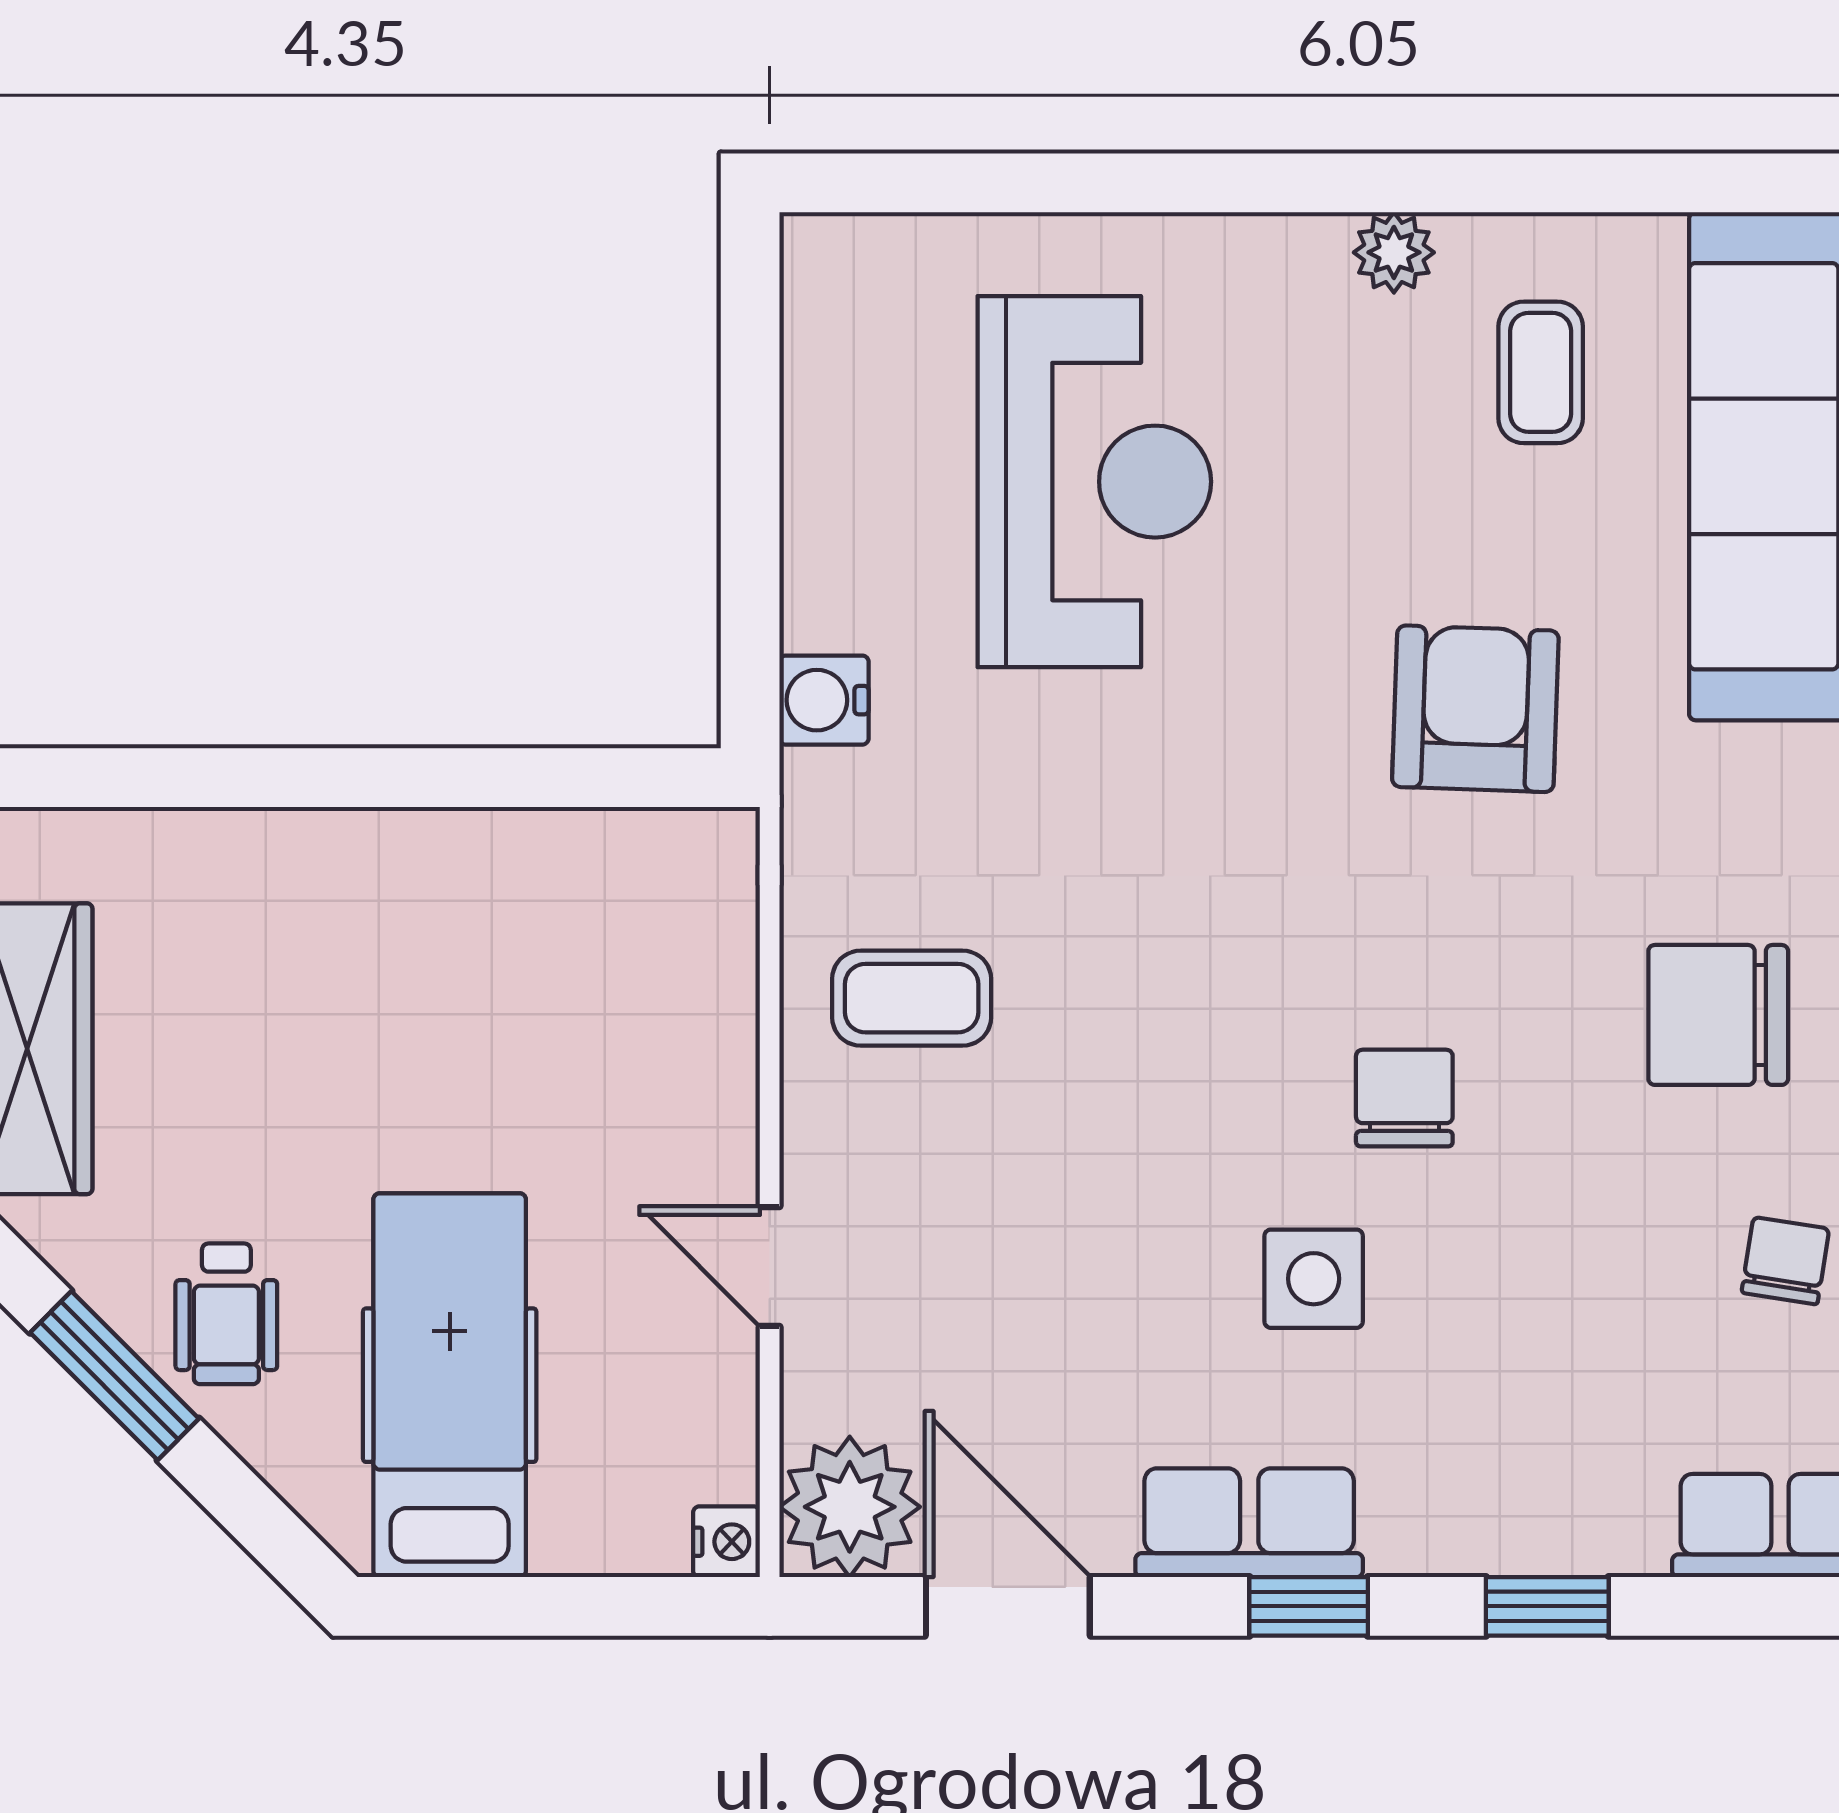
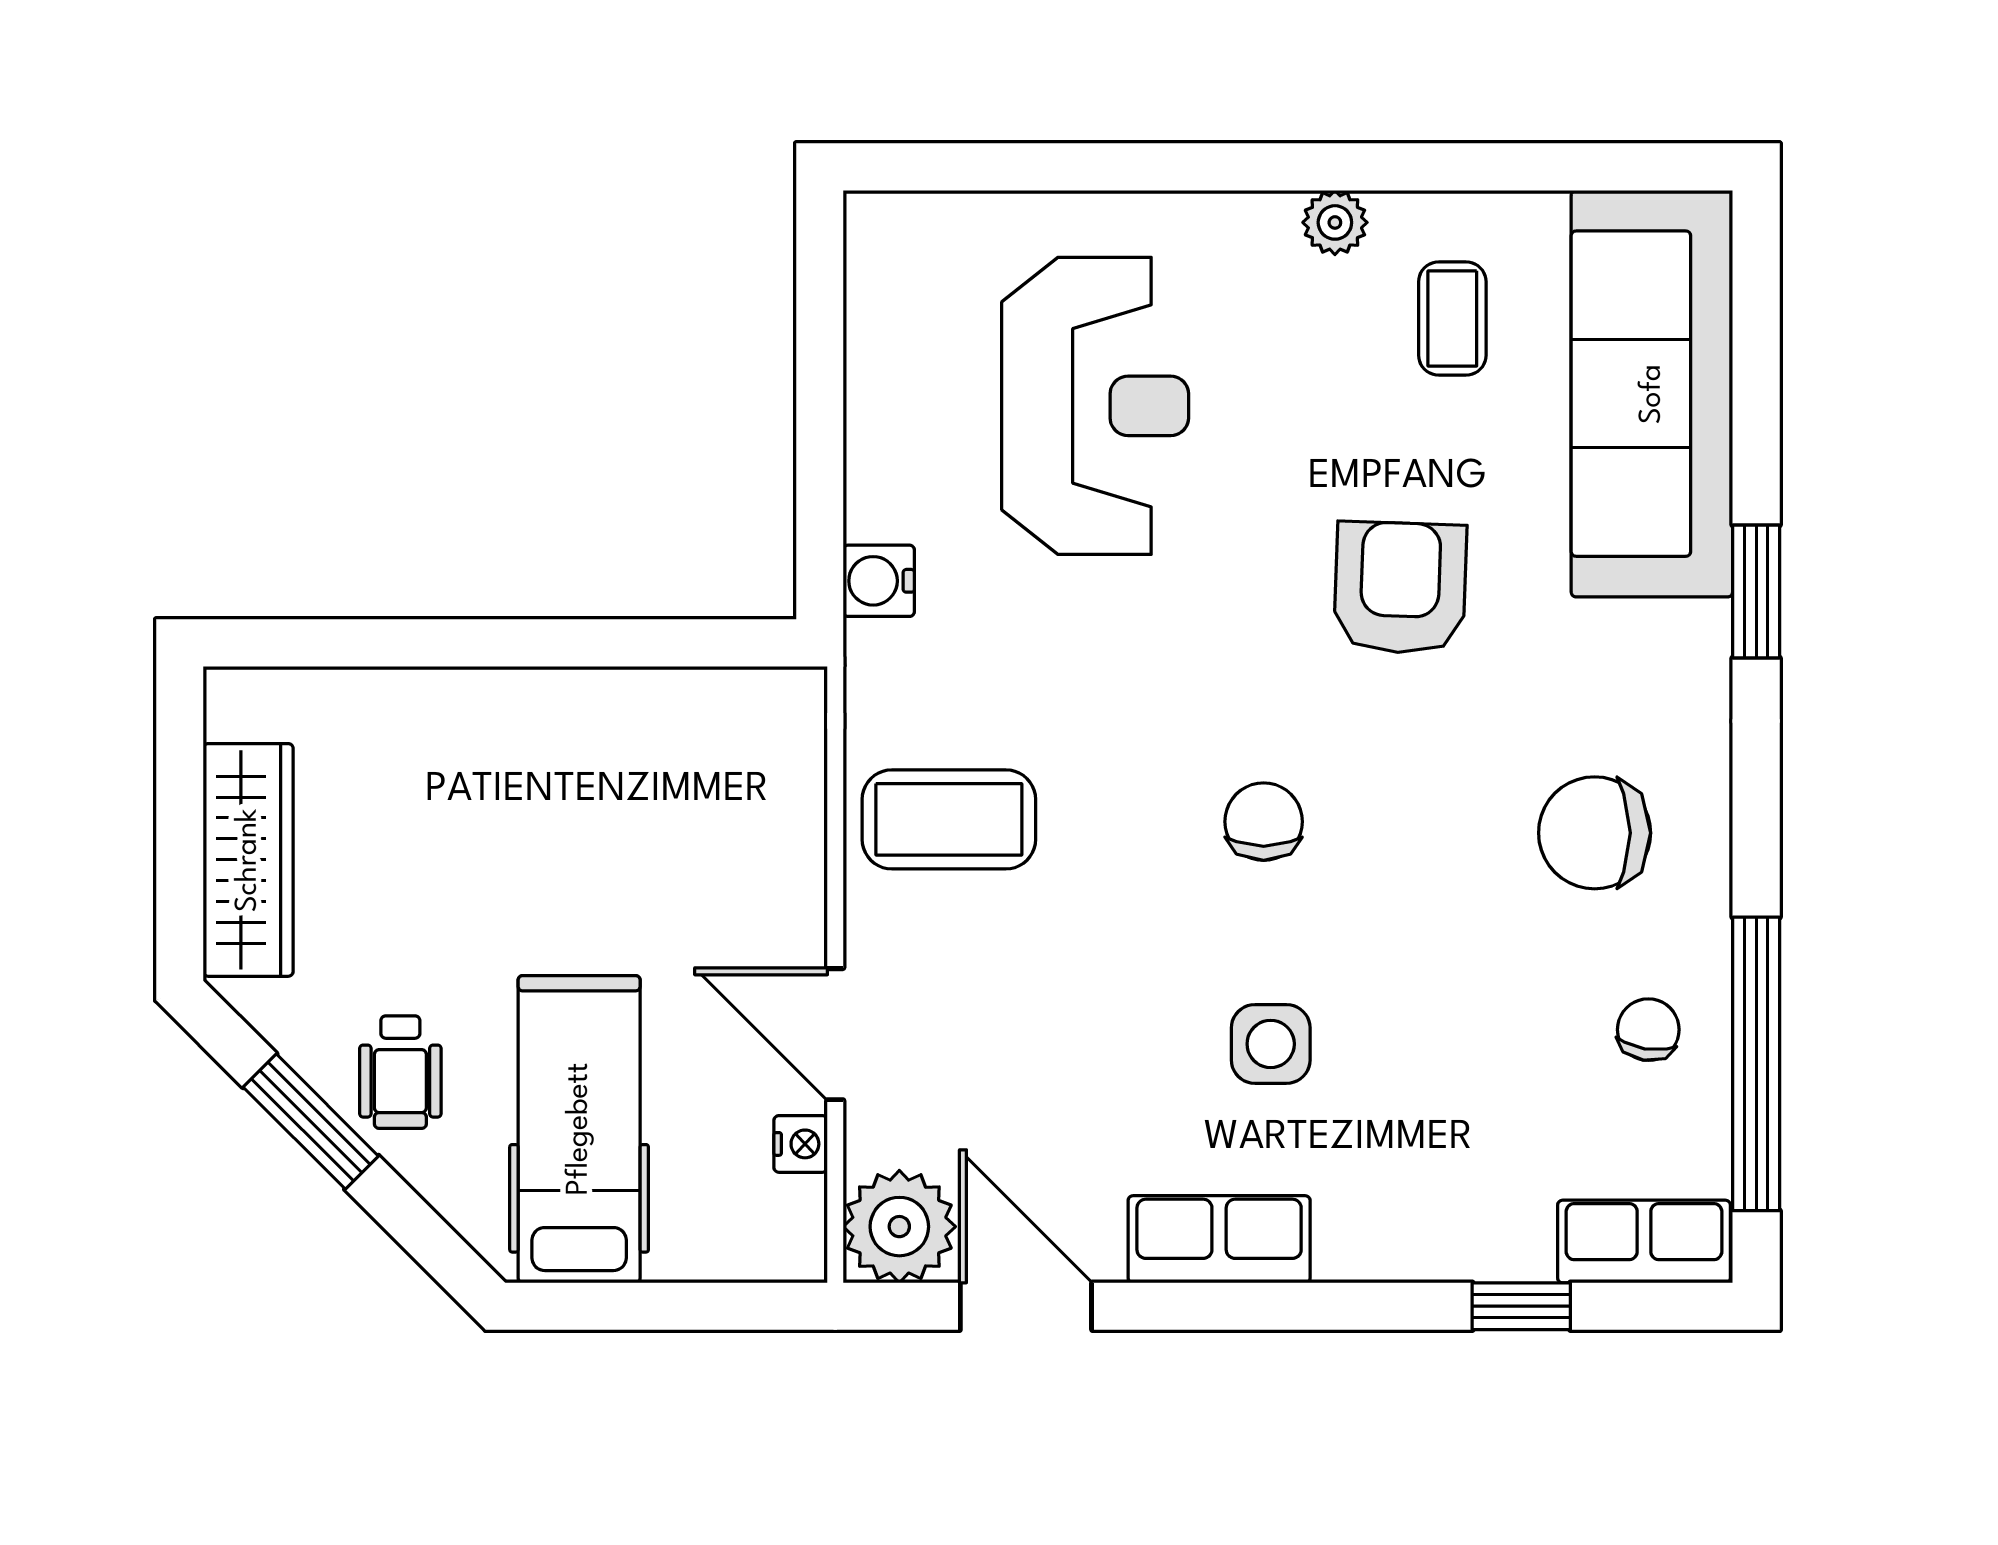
coffee table: (912, 998) -> (949, 819), width x1.36, depth x1.30
chair: (1404, 1098) -> (1264, 822), moved
door: (770, 1267) -> (835, 1034), width x1.38
nightstand: (726, 1542) -> (801, 1144), moved
window: (1309, 1606) -> (1267, 1306), removed
window: (1547, 1606) -> (1521, 1306), moved

